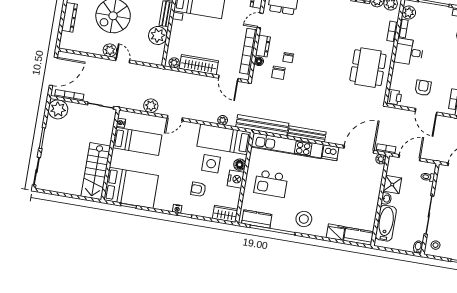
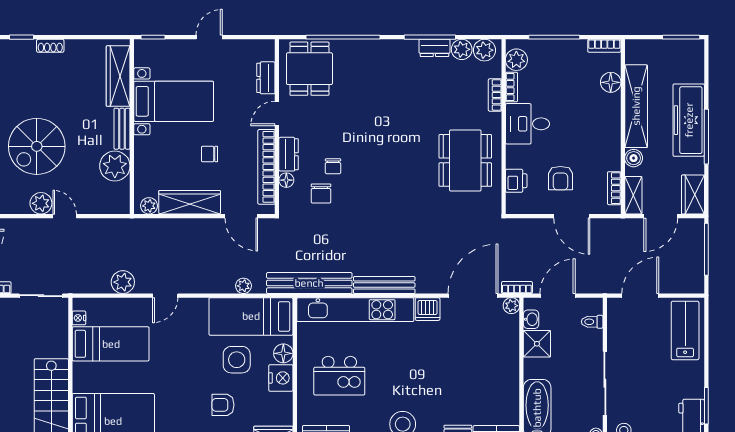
chair: (216, 38) -> (210, 154), added
armchair: (423, 88) -> (560, 178), turned 180
printer: (394, 97) -> (516, 181), moved
washbasin: (386, 199) -> (531, 319), moved

